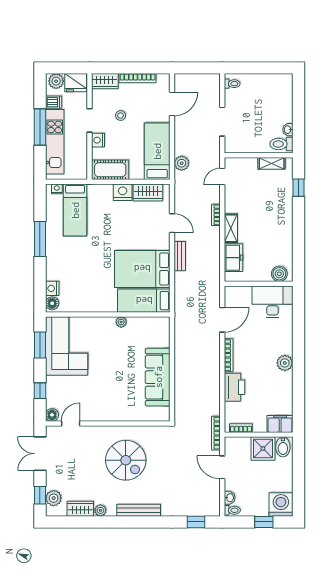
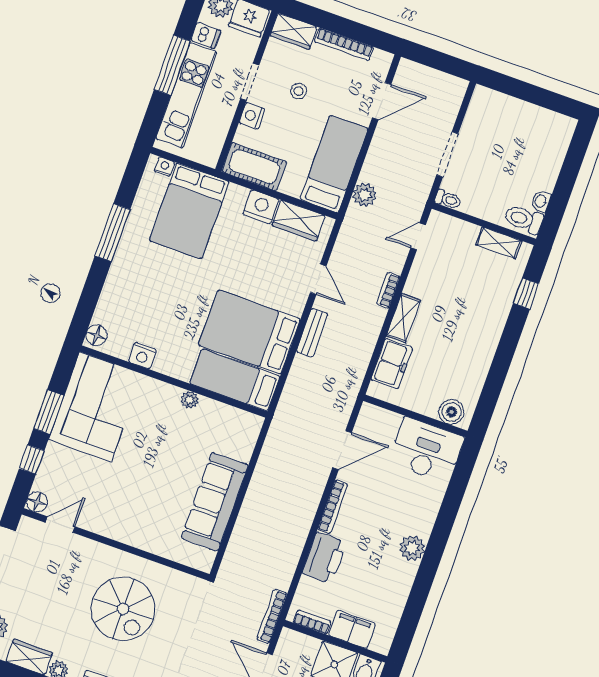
toilet: (232, 84) -> (448, 199), moved
bed: (75, 210) -> (189, 211), width x1.50
nightstand: (52, 288) -> (142, 356), moved, turned -90
window: (40, 345) -> (49, 412), moved
filing cabinet: (280, 424) -> (352, 629), moved

